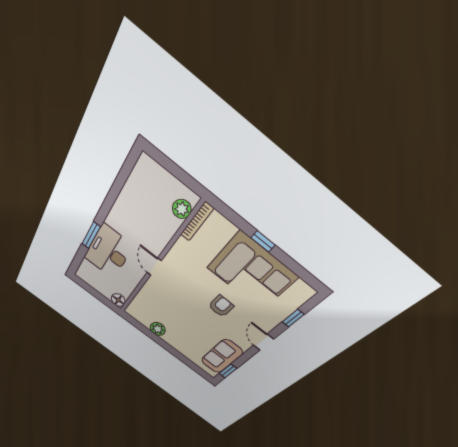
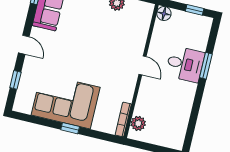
desk: (108, 252) -> (185, 64), width x0.73
window: (90, 289) -> (195, 10), added
armchair: (221, 306) -> (74, 59), removed

